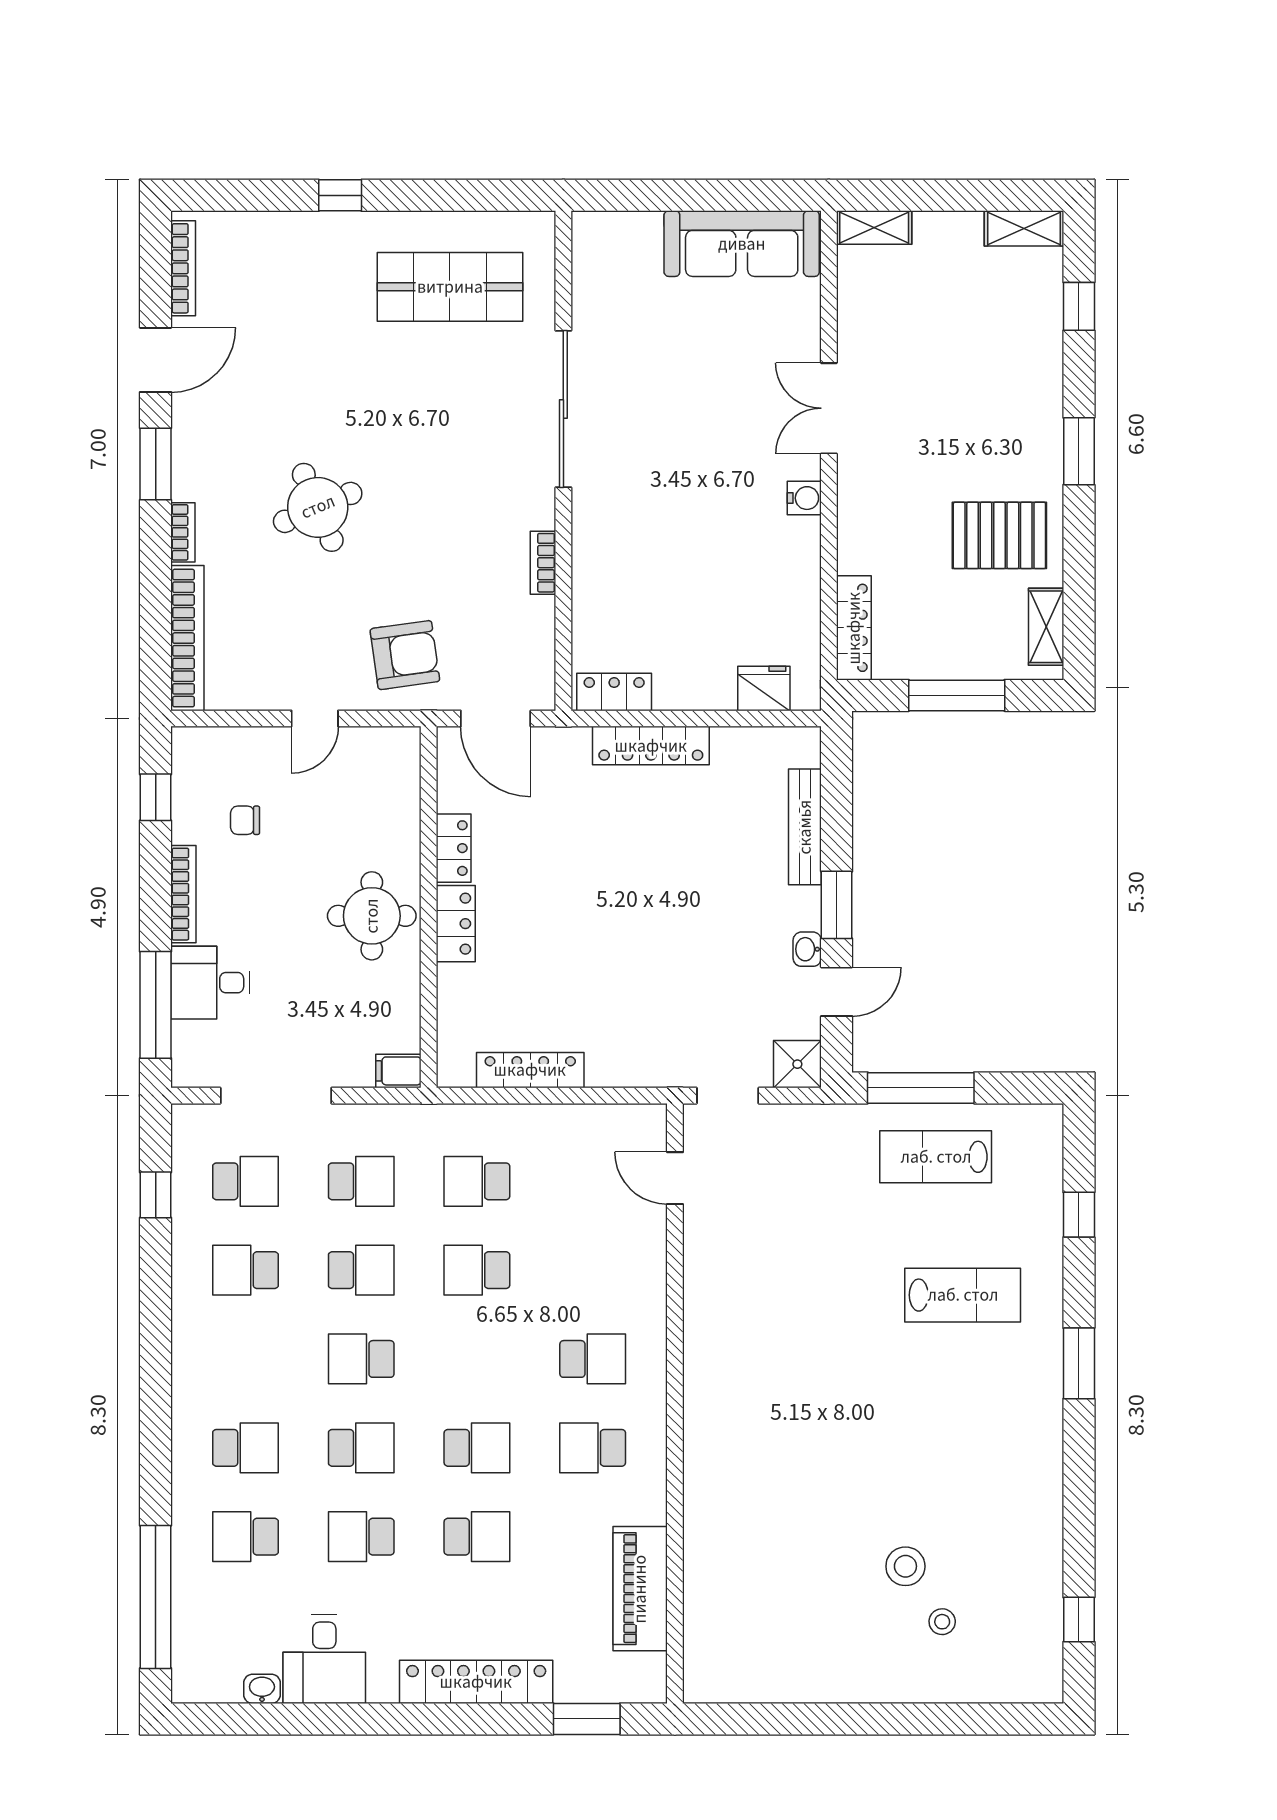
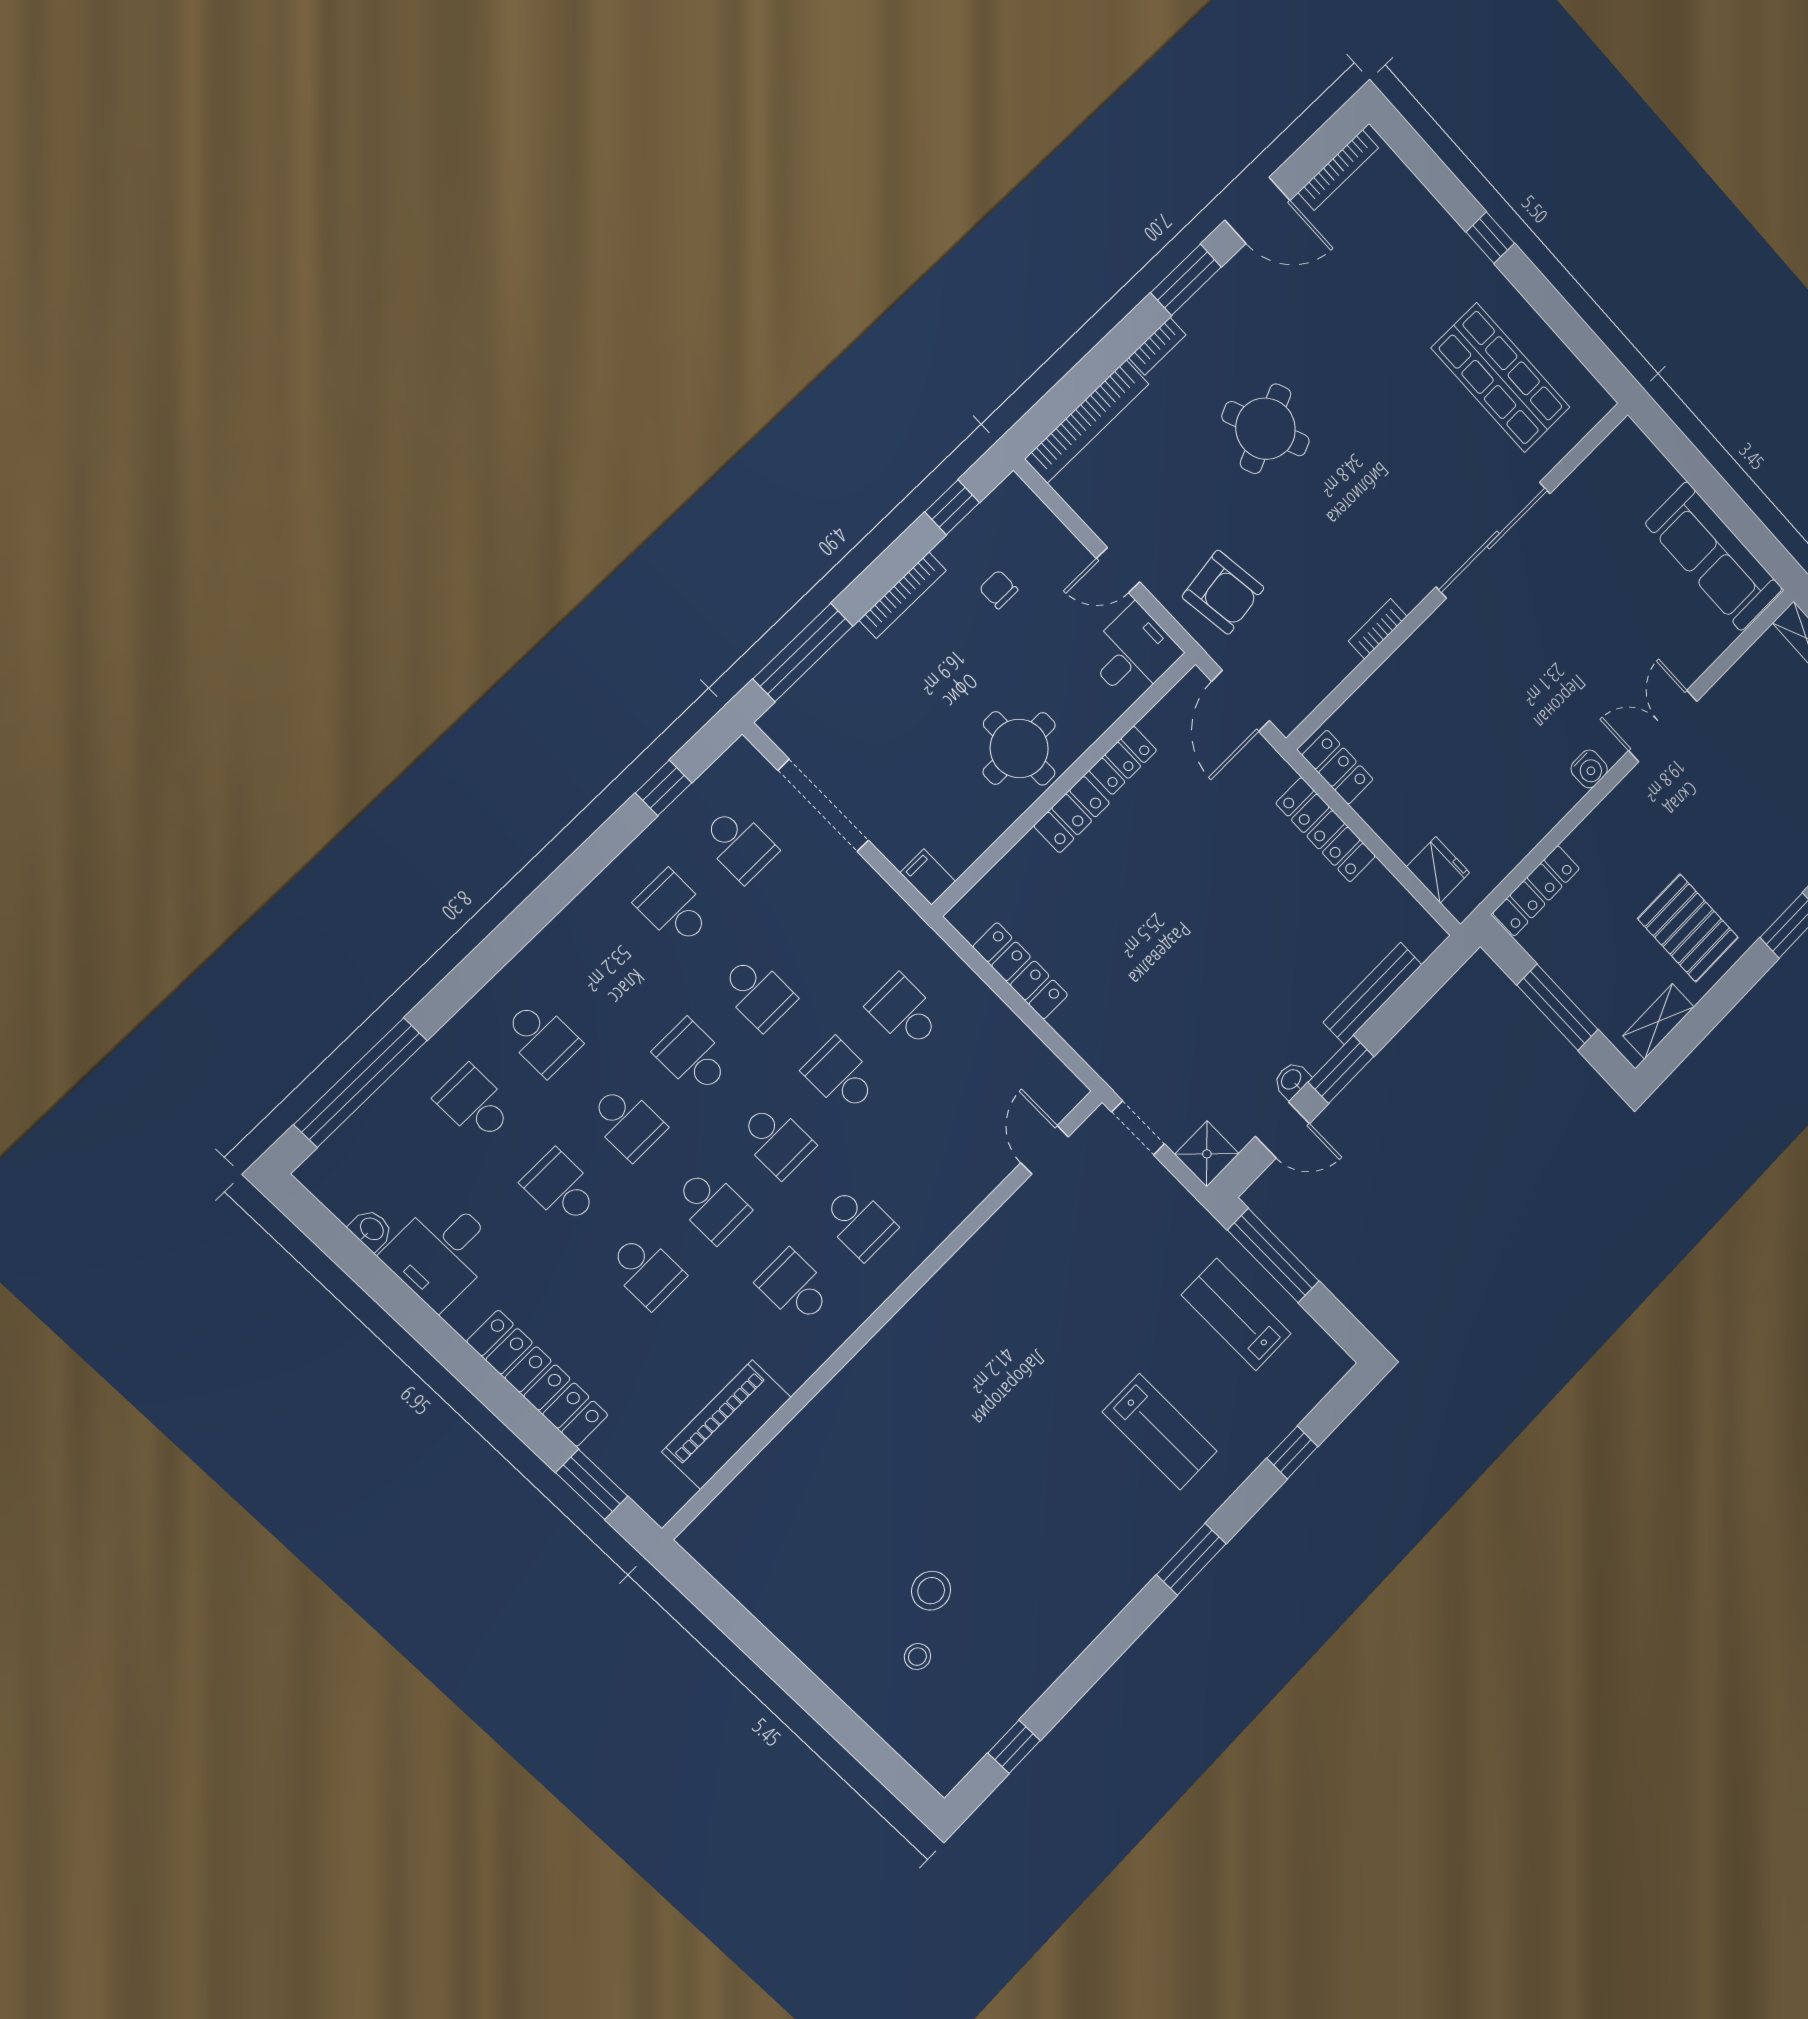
desk: (210, 983) -> (1133, 653), moved, turned 90
school desk: (361, 1181) -> (776, 1140), moved

